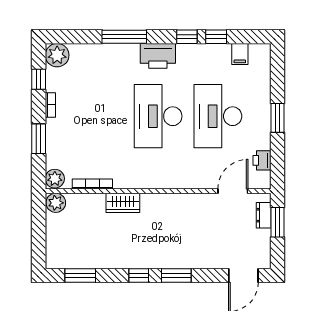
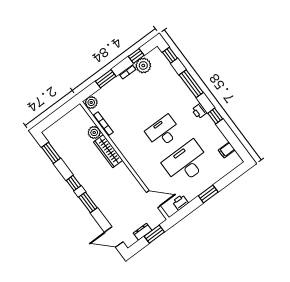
window: (216, 37) -> (170, 55), moved
plant: (57, 55) -> (143, 65), moved
printer: (158, 56) -> (199, 111), width x0.53, depth x0.68
desk: (158, 116) -> (163, 132), width x0.73, depth x0.77
plant: (56, 203) -> (94, 132), moved
wardrobe: (123, 203) -> (108, 151), width x1.50
dresser: (264, 215) -> (143, 232), moved

